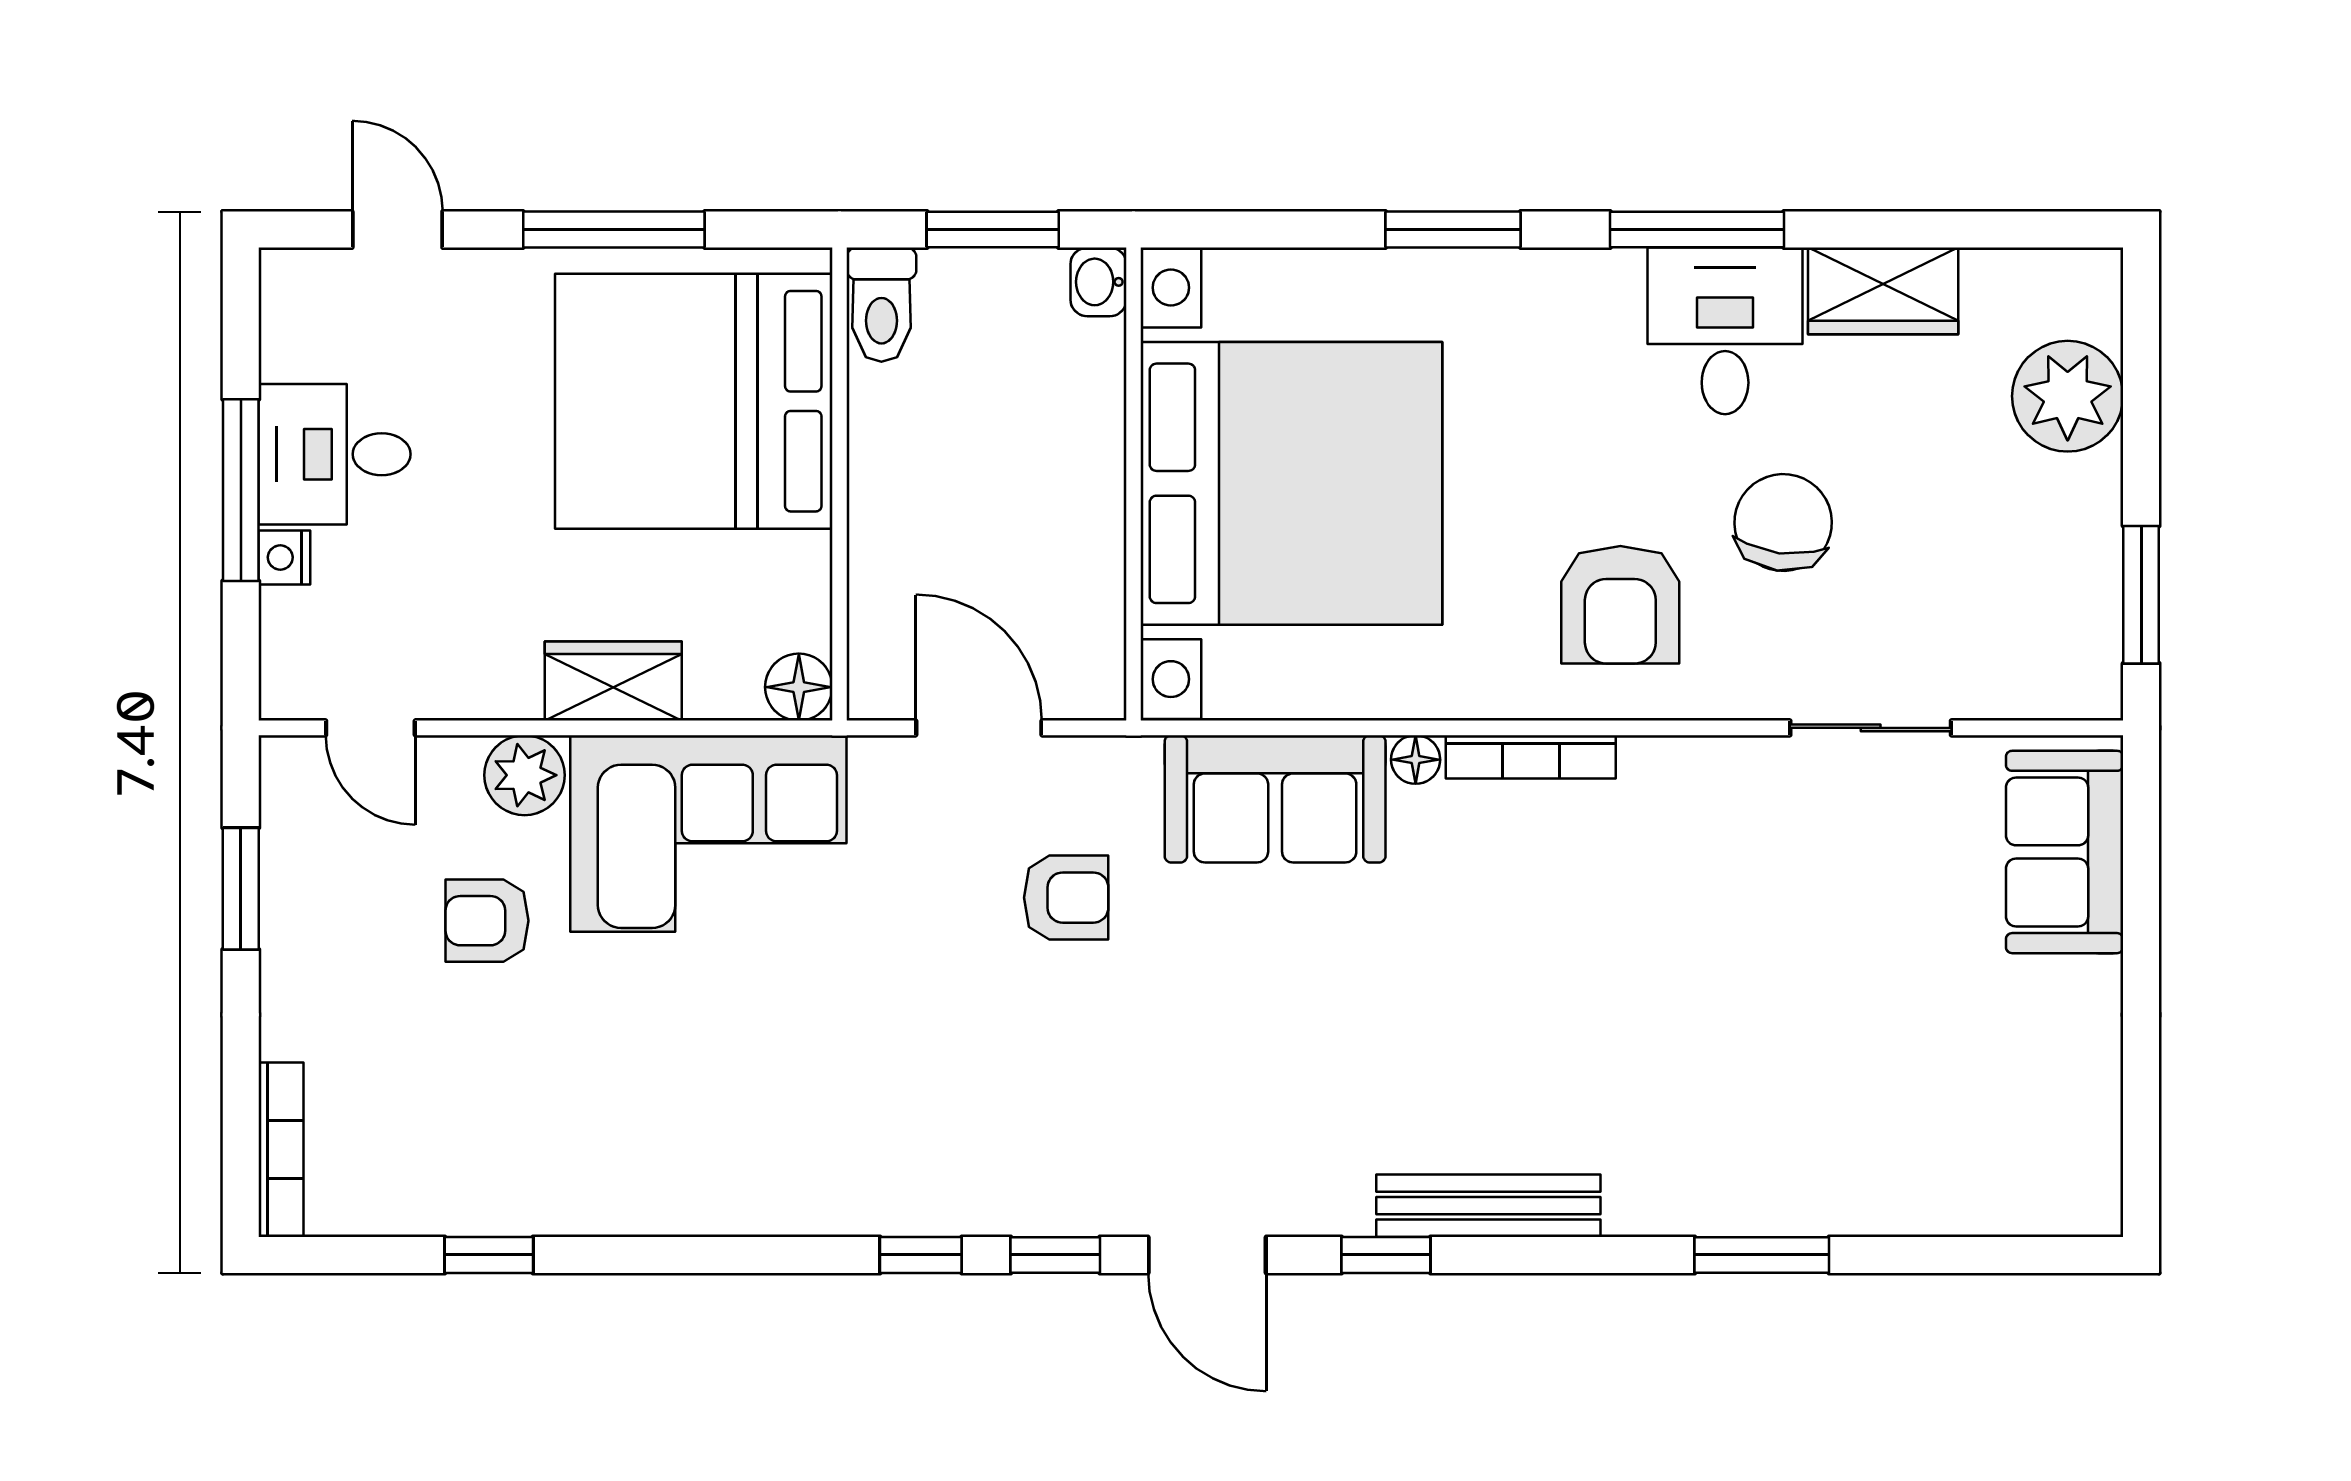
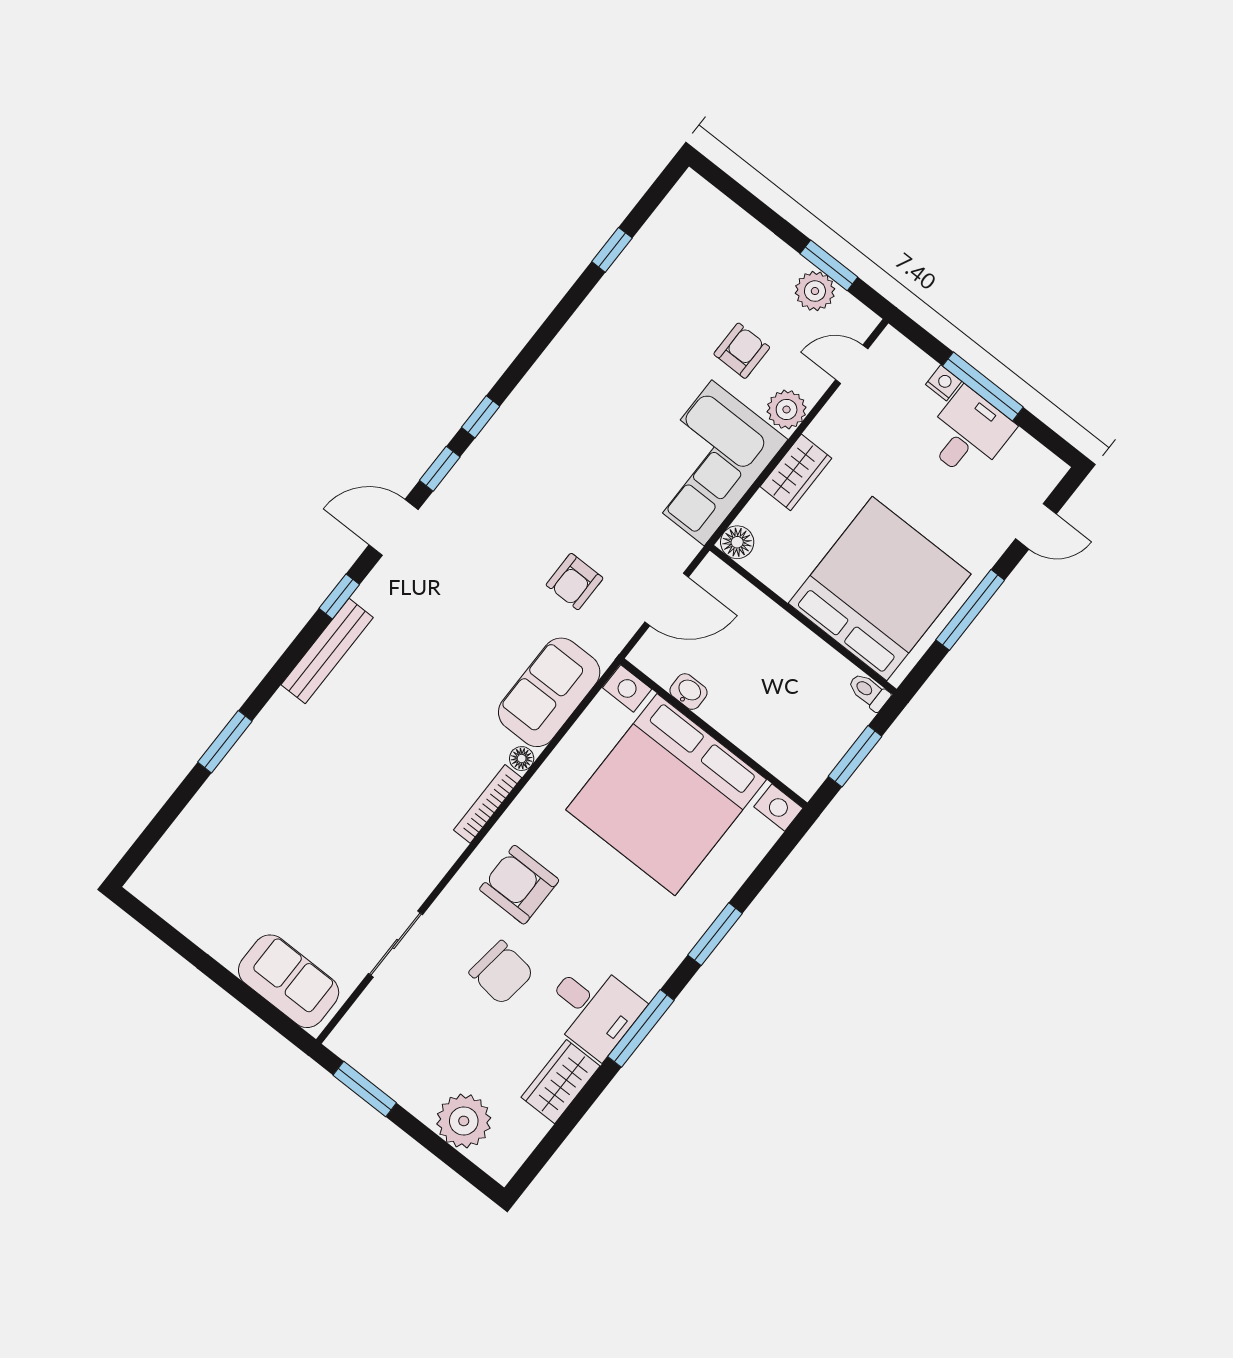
washbasin: (1099, 282) -> (689, 692), moved
toilet: (881, 305) -> (869, 692), width x0.73, depth x0.72
plant: (299, 879) -> (815, 291), added
bookcase: (281, 1150) -> (716, 202), removed

